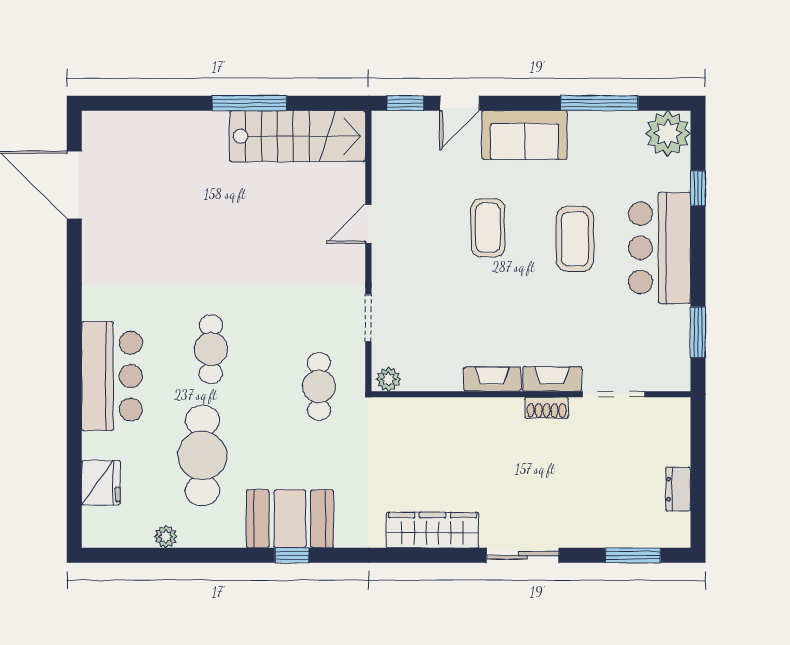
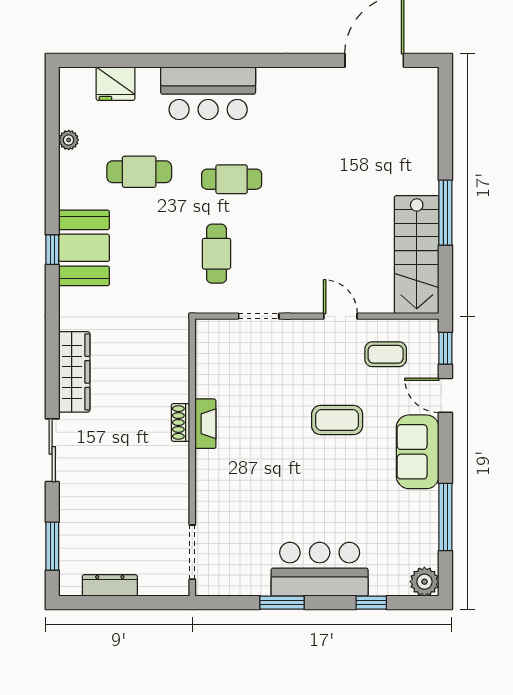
plant: (668, 133) -> (424, 582), width x0.73, depth x0.73
coffee table: (575, 239) -> (386, 354), moved, width x0.73, depth x0.77
window: (698, 332) -> (282, 603), moved
plant: (388, 379) -> (205, 334), removed
fireplace: (552, 379) -> (206, 476), removed
cafe table: (319, 386) -> (217, 254), moved, turned 90
doorway: (614, 394) -> (192, 552), moved
shoe rack: (547, 408) -> (181, 422), moved
cafe table: (202, 455) -> (139, 172), width x0.73, depth x0.74
dresser: (678, 489) -> (110, 585), width x1.44

